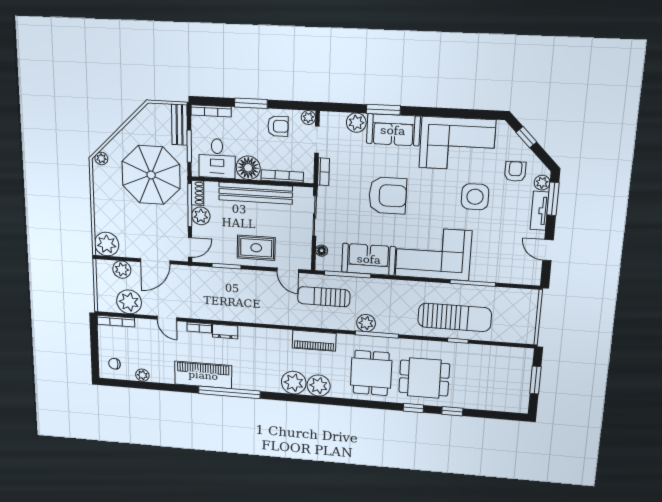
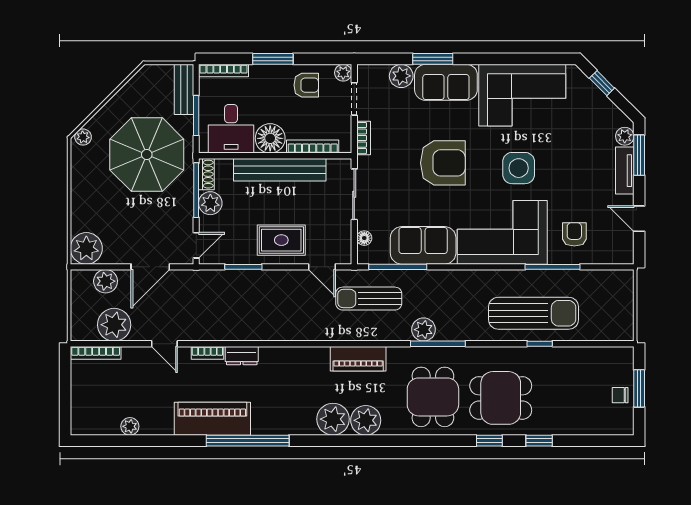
armchair: (515, 171) -> (574, 234), moved
side table: (475, 197) -> (519, 168), moved
chair: (114, 364) -> (620, 395), moved

